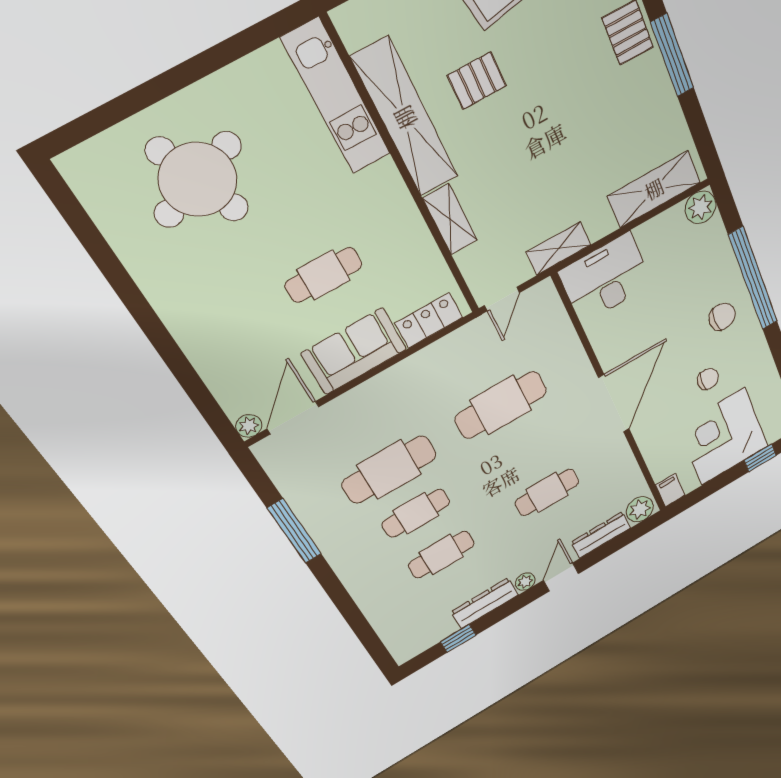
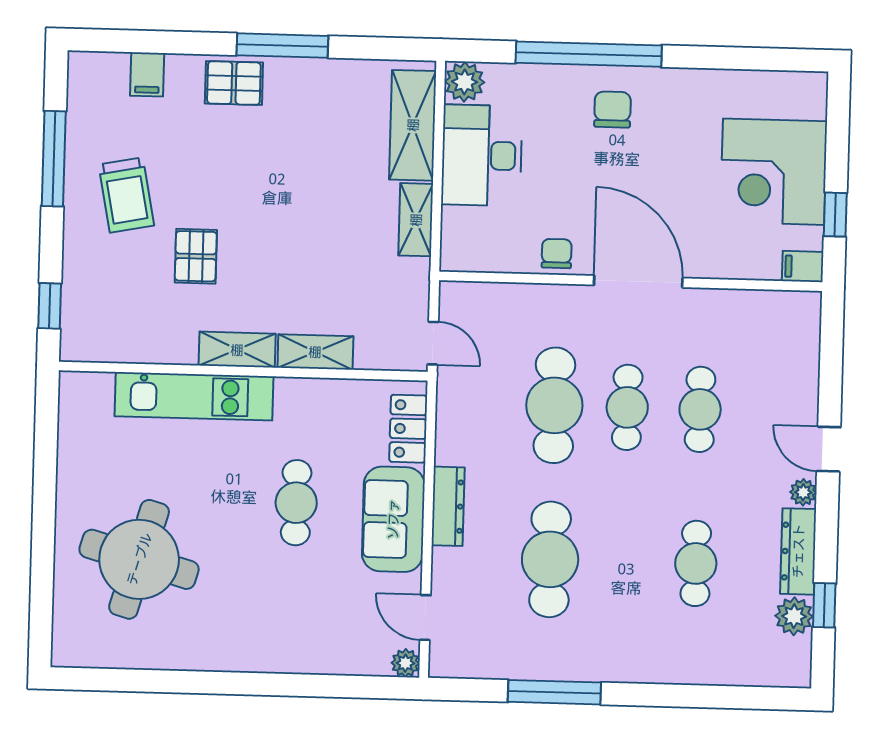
kitchen unit: (337, 97) -> (194, 396), moved
shelving: (405, 118) -> (237, 350), width x0.45, depth x0.75
round table: (198, 180) -> (139, 559), turned 37
shelving: (559, 248) -> (416, 220), moved
desk: (606, 278) -> (482, 155), moved
chair: (708, 379) -> (557, 254), moved
door: (293, 418) -> (425, 618), width x0.73
window: (760, 458) -> (835, 215), moved
plant: (640, 509) -> (794, 616), moved
cafe table: (416, 513) -> (627, 407), moved
dresser: (601, 535) -> (448, 506), moved, turned 180

